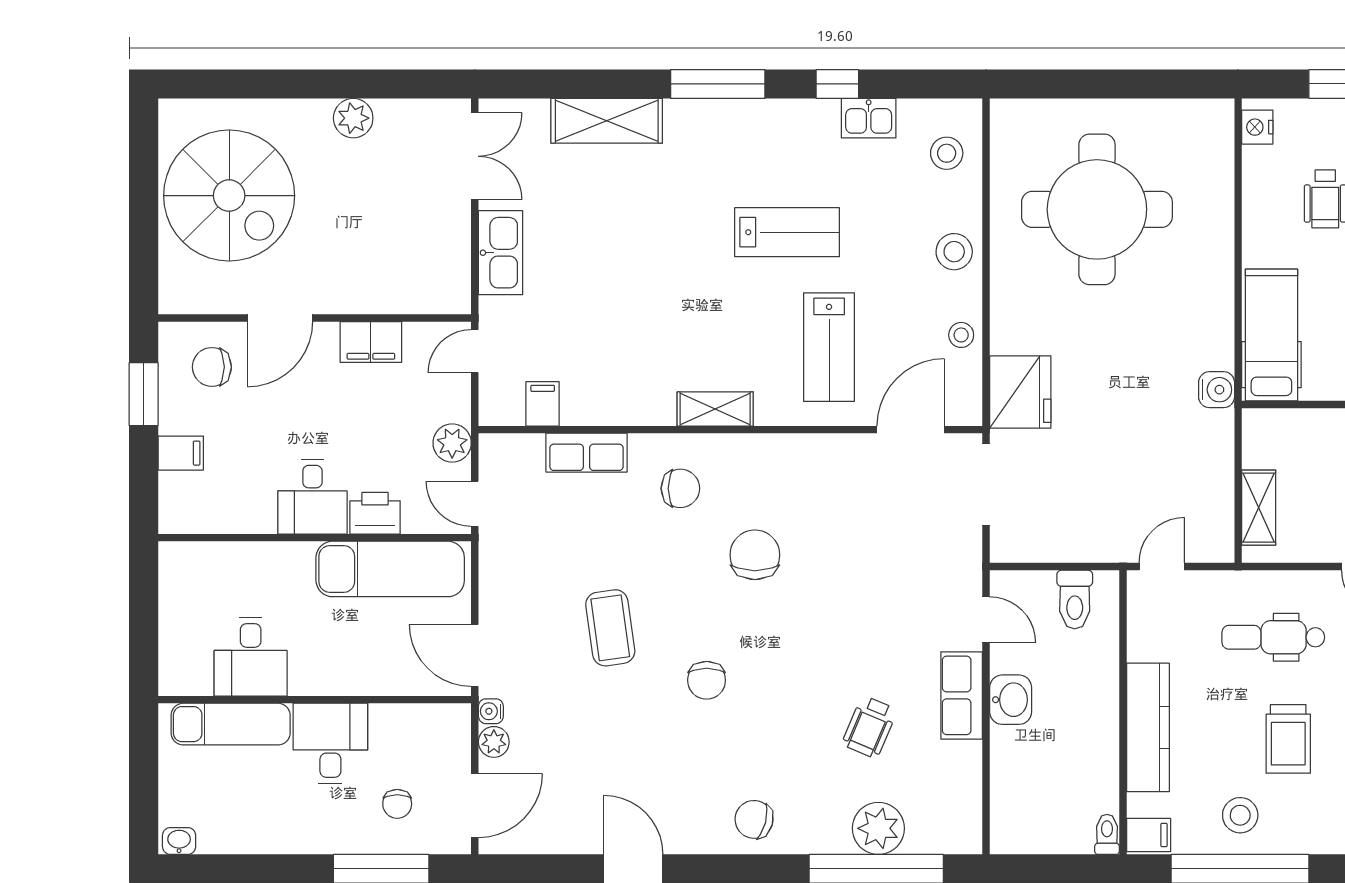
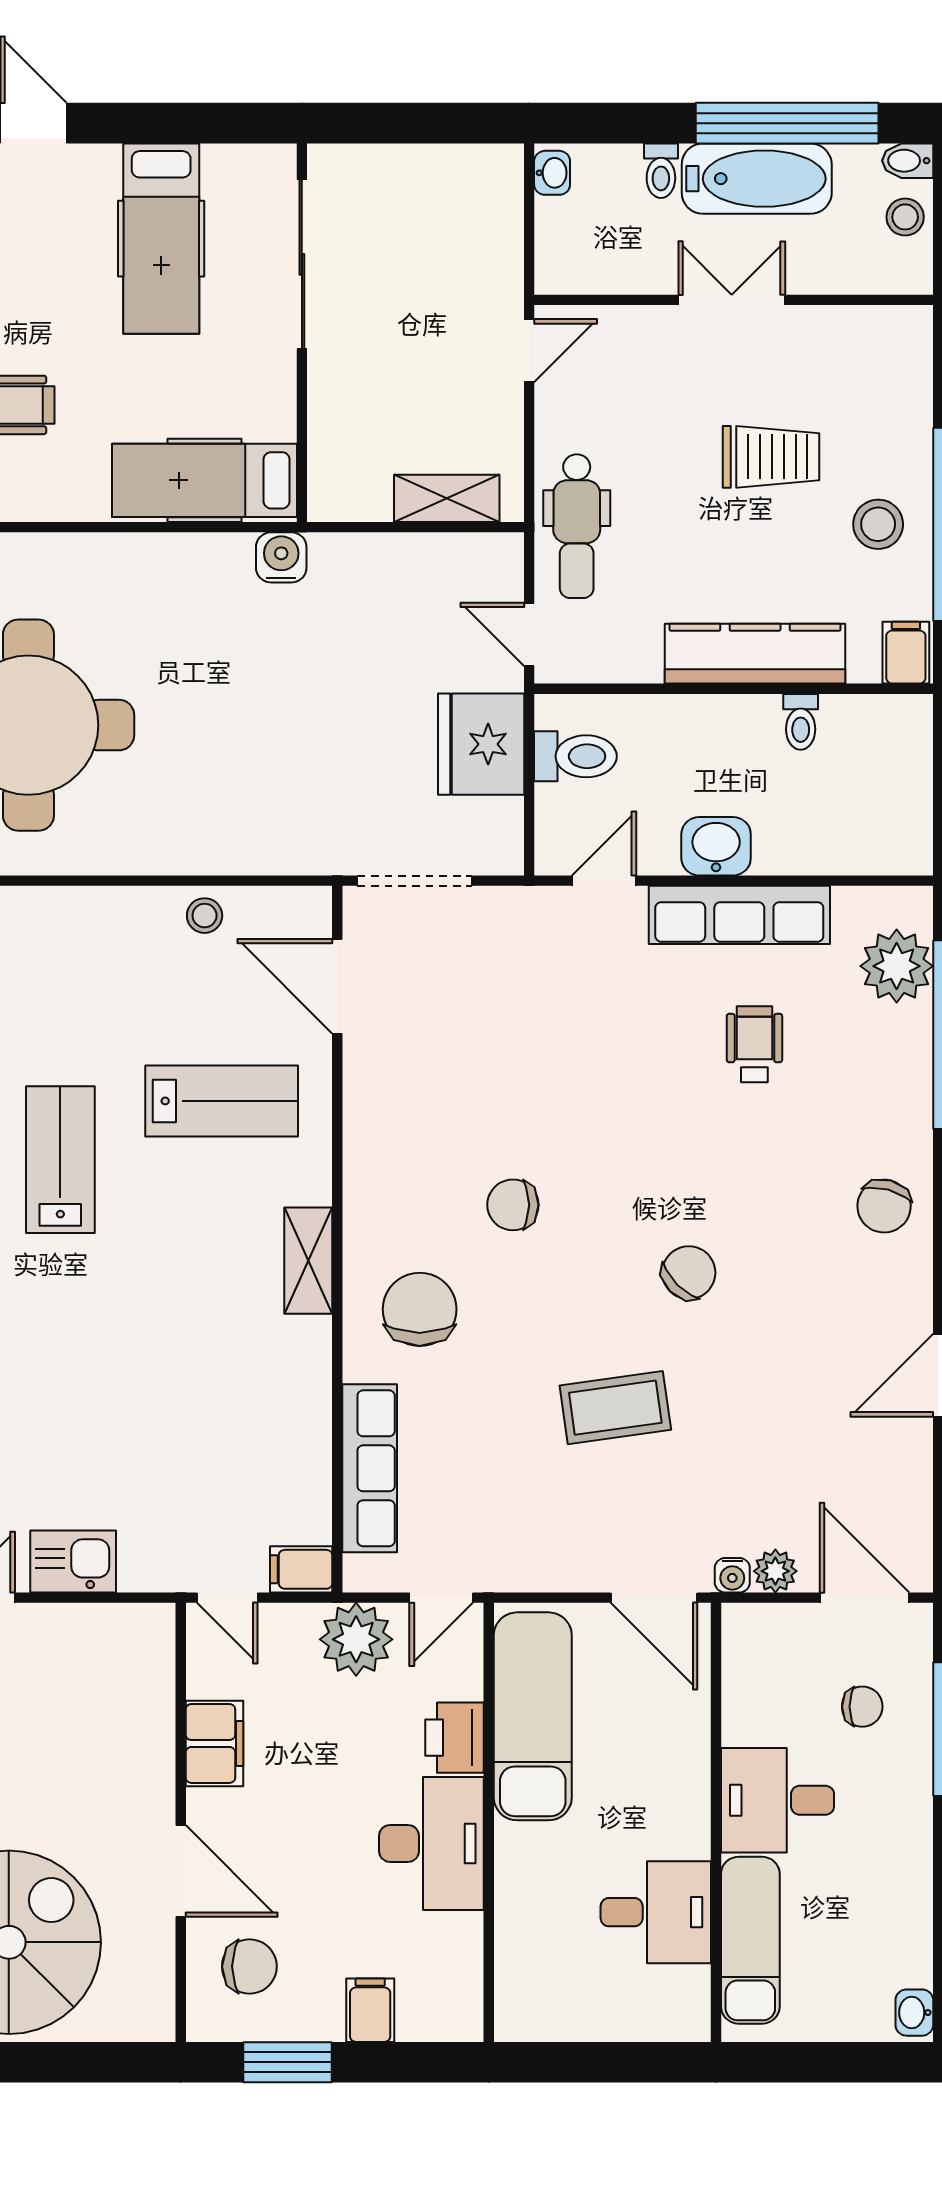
stool: (954, 252) -> (88, 925), removed
kitchen sink: (501, 253) -> (73, 1562), width x0.73
chair: (212, 367) -> (249, 1966), turned -90
fridge: (1020, 392) -> (481, 744), moved, turned -90
filing cabinet: (543, 404) -> (301, 1569), moved
plant: (452, 443) -> (356, 1639), width x1.36, depth x1.36
row of seats: (586, 453) -> (370, 1468), width x1.48
chair: (680, 488) -> (420, 1309), width x1.37, depth x1.37
desk: (312, 497) -> (431, 1843), width x1.37
chair: (755, 555) -> (513, 1205), width x0.73, depth x0.73
dental chair: (1273, 637) -> (577, 526), moved
door: (475, 655) -> (654, 1598), hinge flipped
chair: (707, 680) -> (689, 1273), turned -45
row of seats: (962, 695) -> (739, 915), width x1.48
wheelchair: (869, 727) -> (754, 1044), turned -113
plant: (878, 828) -> (897, 966), moved
toilet: (1107, 834) -> (801, 722), moved, turned -90

